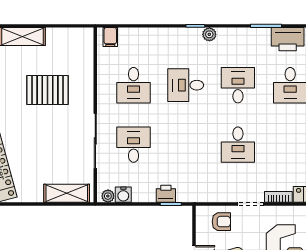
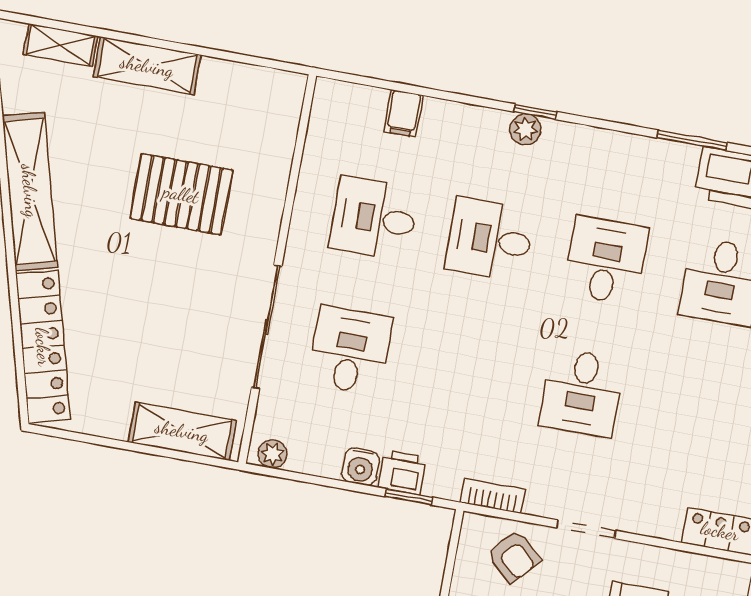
plant: (209, 34) -> (525, 129), moved
filing cabinet: (110, 37) -> (403, 113), moved
desk: (134, 85) -> (374, 218), turned 90
water cooler: (123, 195) -> (361, 467), moved
bookcase: (278, 197) -> (493, 496), moved
armchair: (221, 222) -> (514, 556), turned 42

